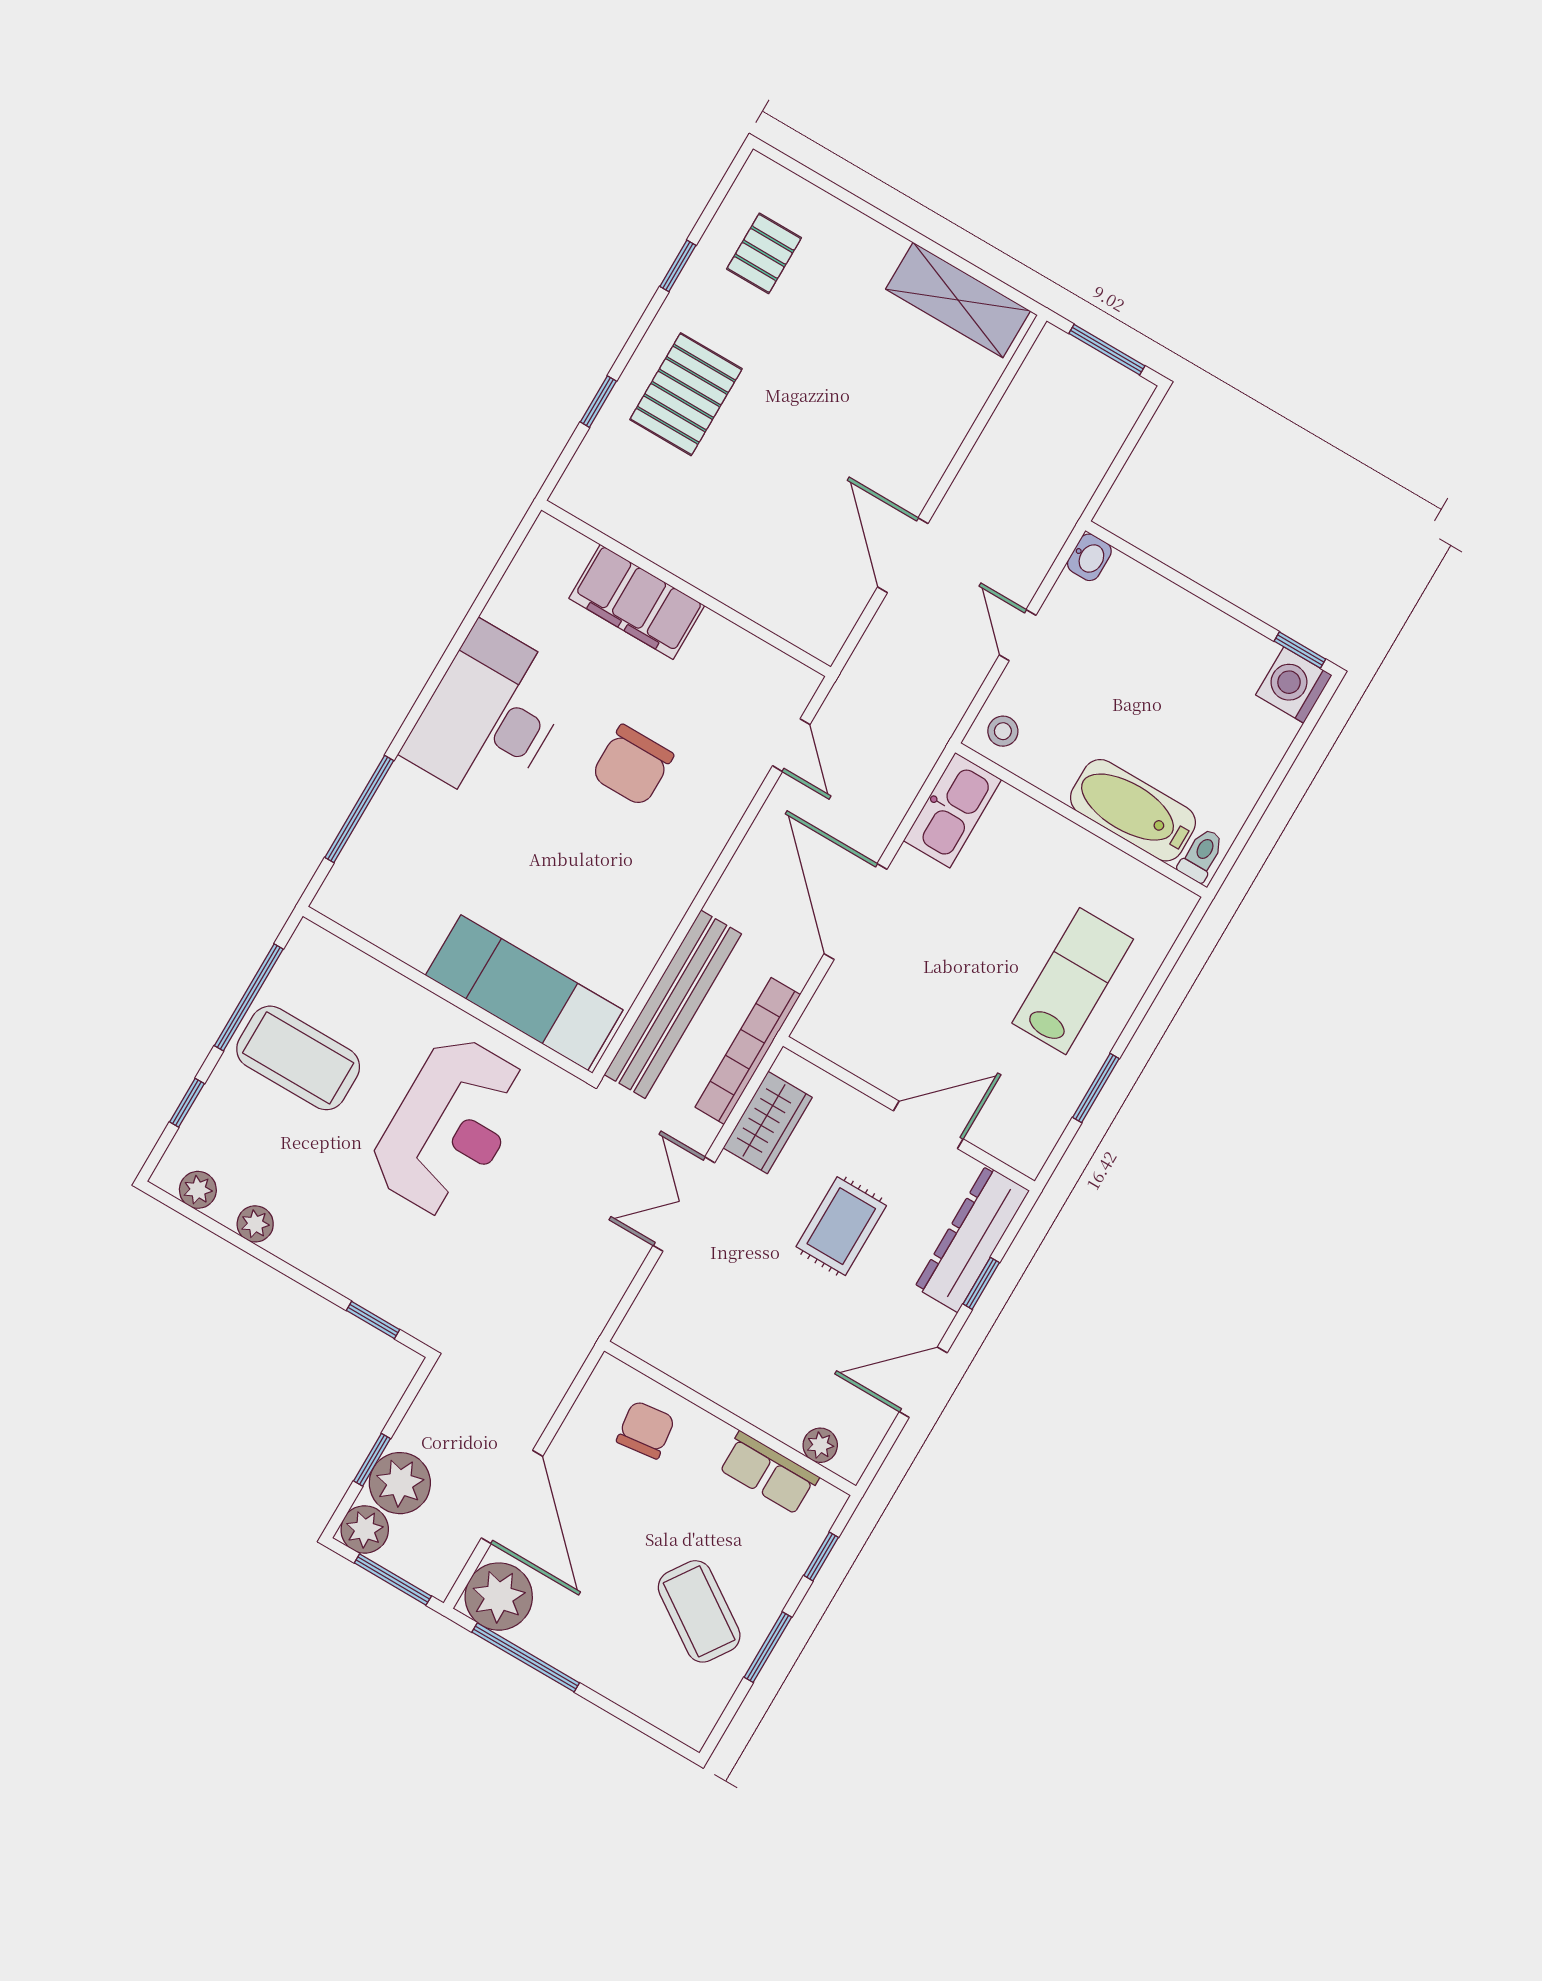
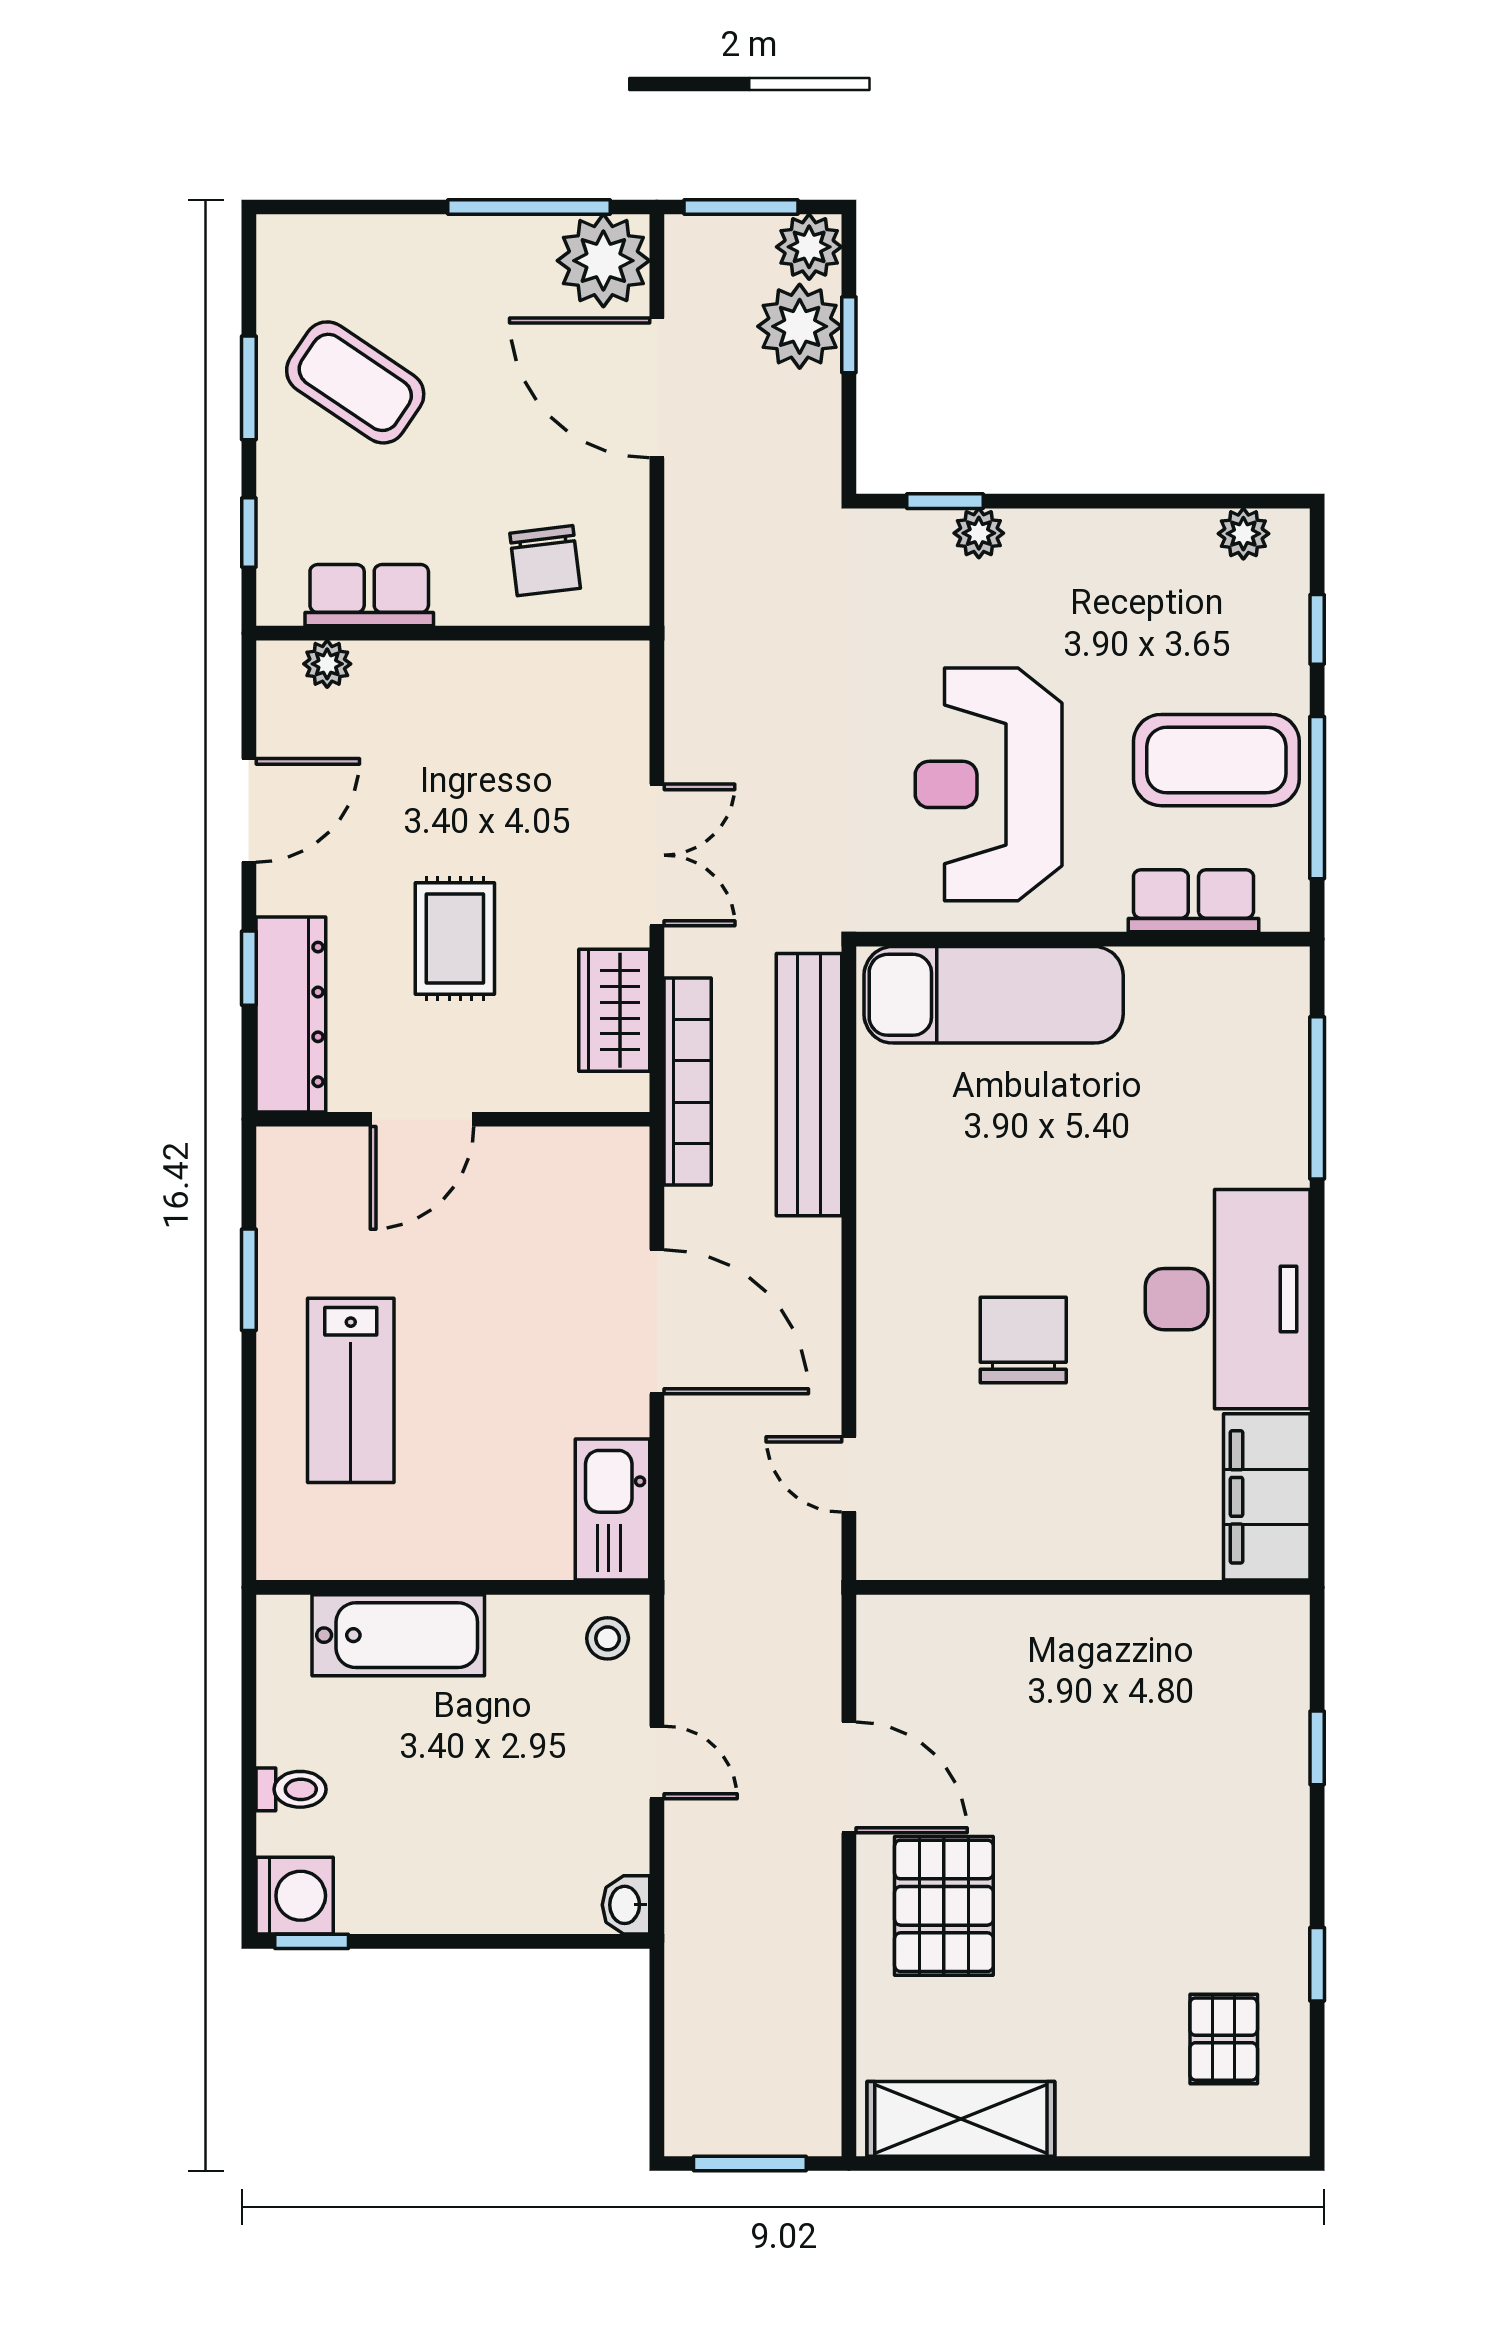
pallet: (686, 394) -> (944, 1906), moved
filing cabinet: (637, 602) -> (1267, 1497), moved, turned -90
toilet: (1201, 855) -> (291, 1789), moved, turned -90
row of seats: (364, 978) -> (1193, 901), added
plant: (255, 1224) -> (979, 533), moved

